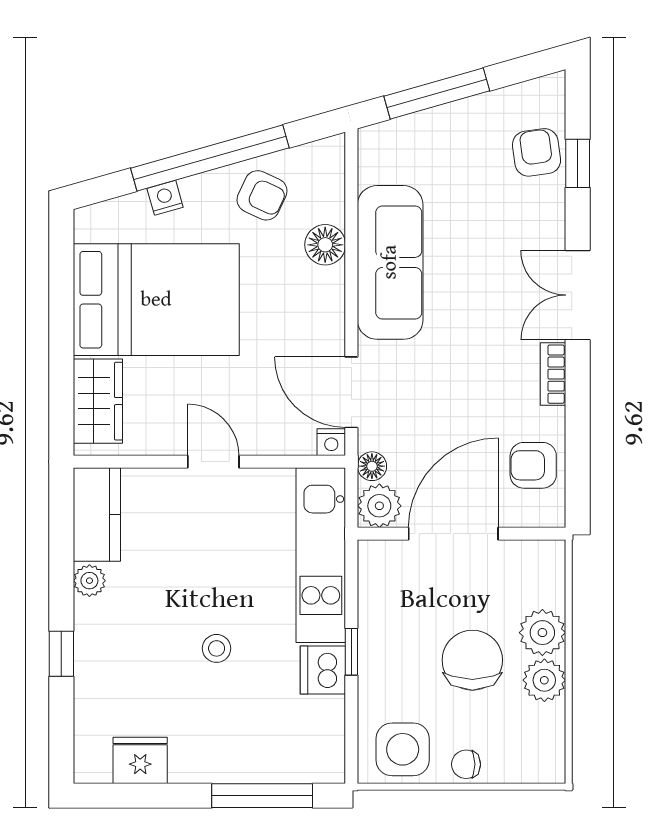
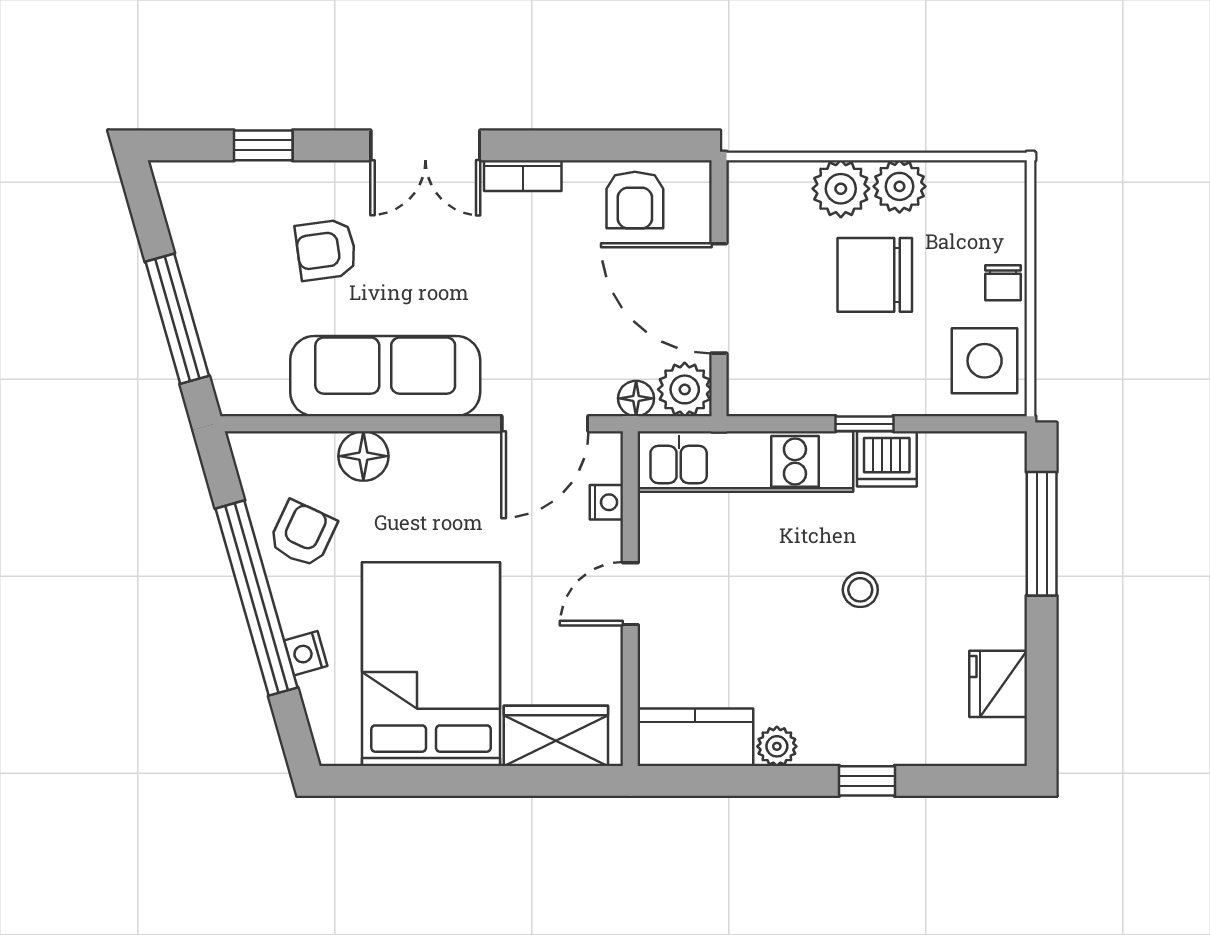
armchair: (537, 152) -> (326, 250), moved
nightstand: (331, 442) -> (606, 502), moved

